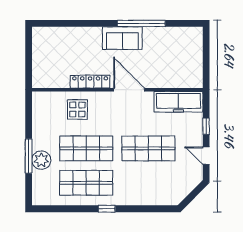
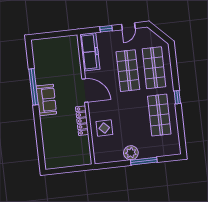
door: (129, 90) -> (85, 90), swing flipped
shop shelf: (86, 148) -> (154, 68), moved
plant: (41, 160) -> (131, 153), moved

